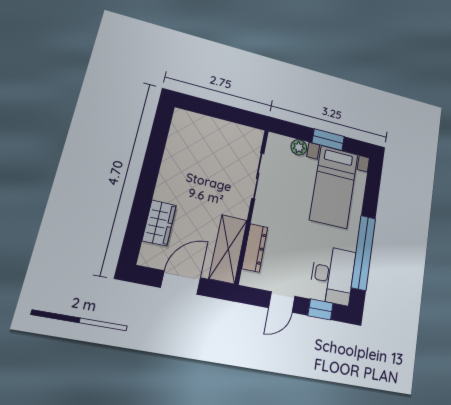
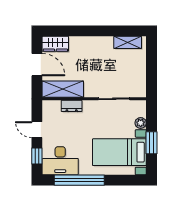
shelving: (178, 136) -> (128, 42), added
wardrobe: (159, 223) -> (55, 44), moved
dresser: (255, 248) -> (72, 106), width x0.70

